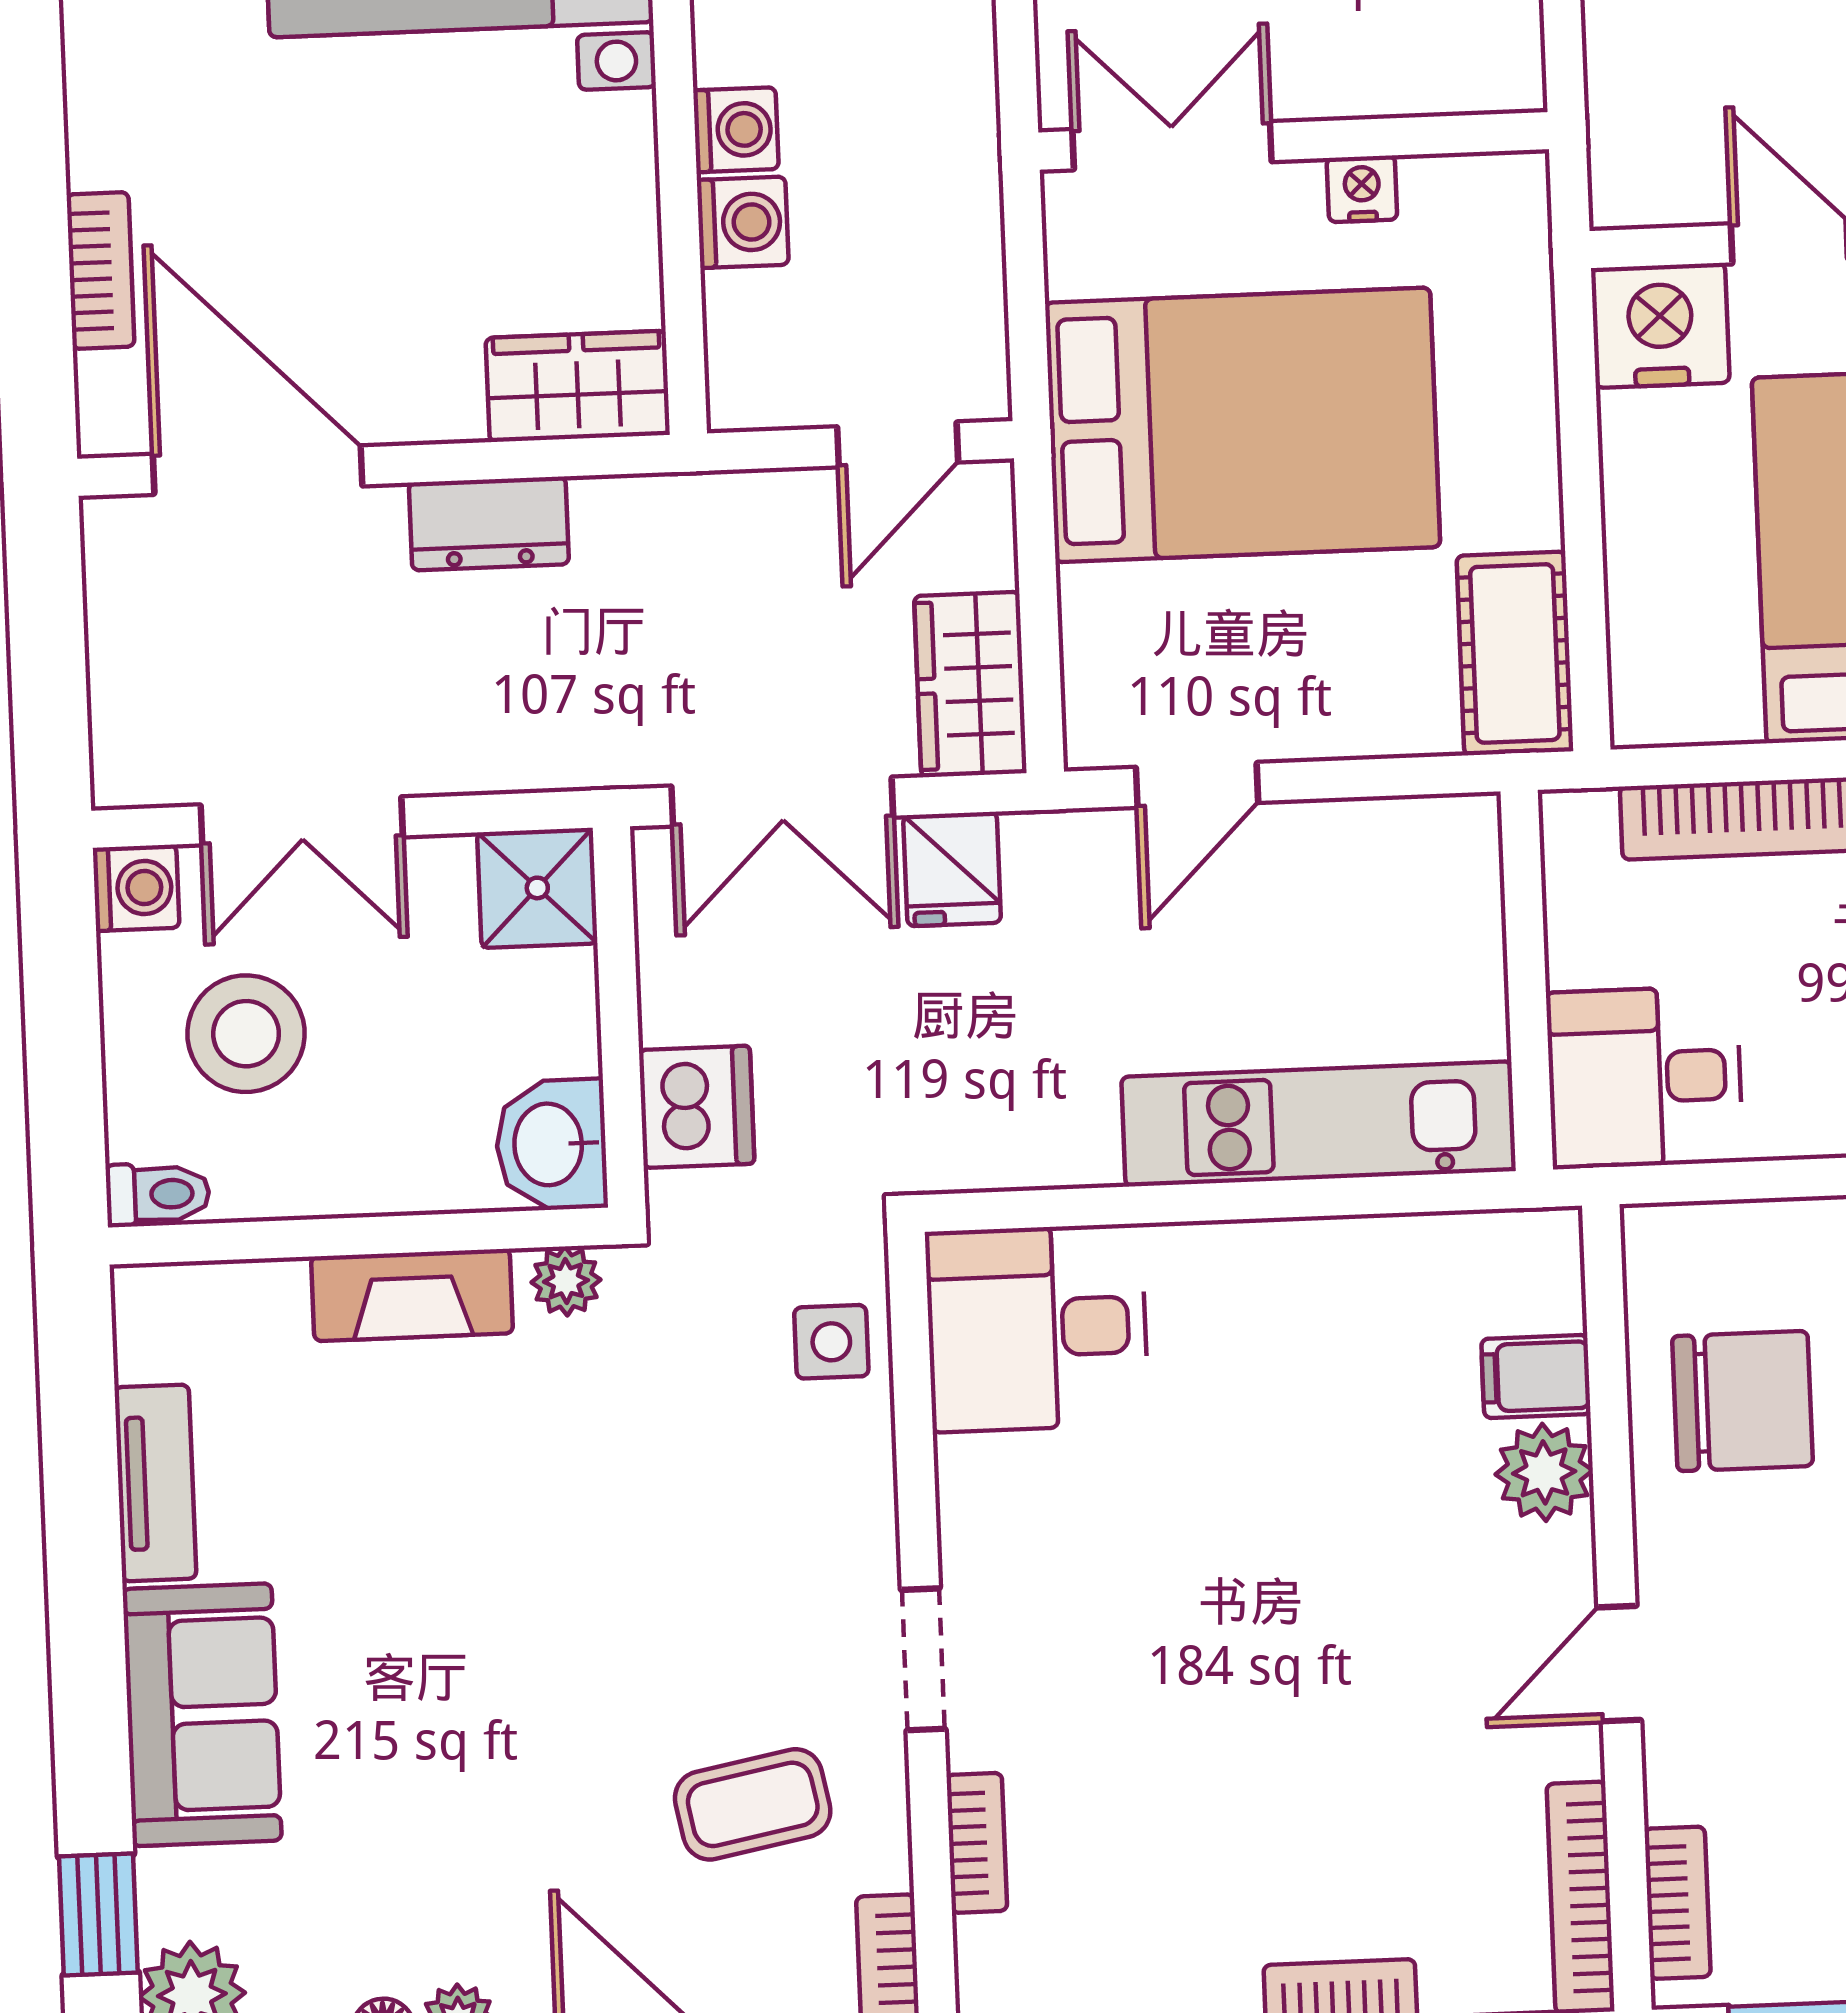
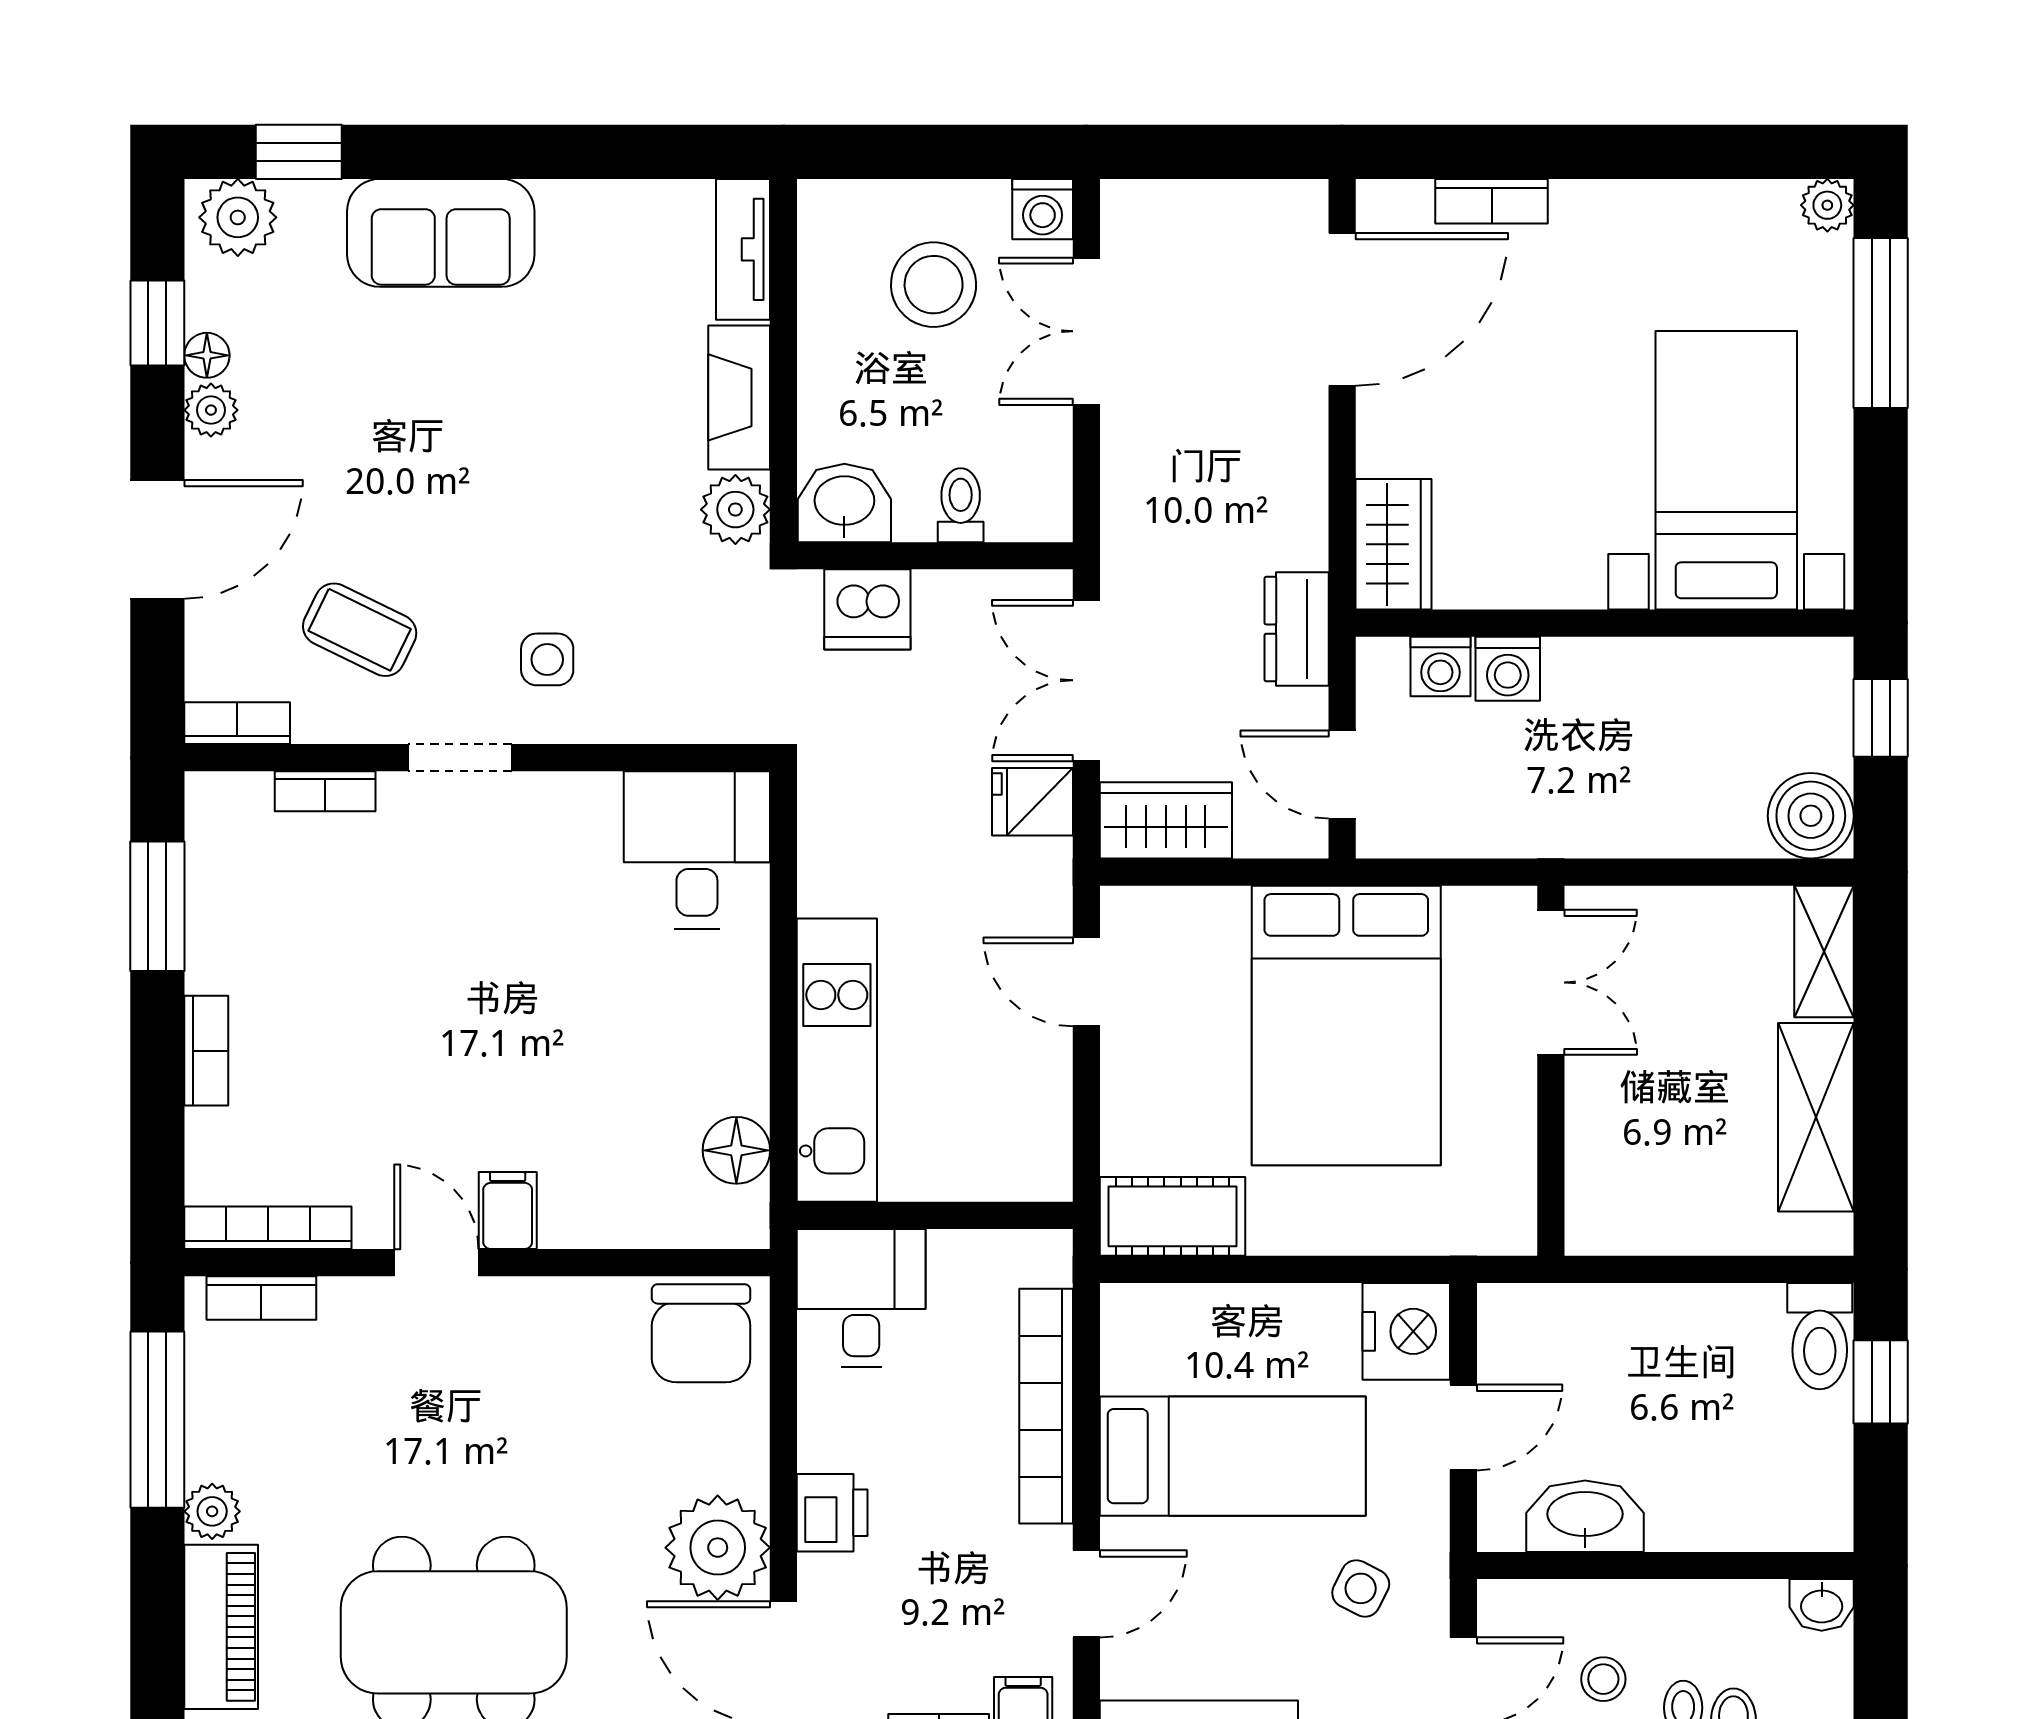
washing machine: (736, 130) -> (1440, 666), moved
nightstand: (1362, 189) -> (1514, 1119), removed
dresser: (489, 523) -> (1297, 629), moved
shower: (537, 888) -> (1031, 500), removed
toilet: (158, 1194) -> (961, 505), moved, turned 180
floor lamp: (1448, 1257) -> (736, 1150), added
plant: (566, 1281) -> (735, 510), width x1.38, depth x1.38
side table: (831, 1342) -> (547, 659), moved
filing cabinet: (1536, 1376) -> (508, 1211), moved
chair: (1742, 1401) -> (701, 1333), moved
plant: (1544, 1472) -> (577, 1214), removed
tv unit: (155, 1483) -> (743, 249), moved, turned 90
coffee table: (753, 1804) -> (360, 630), turned -53

